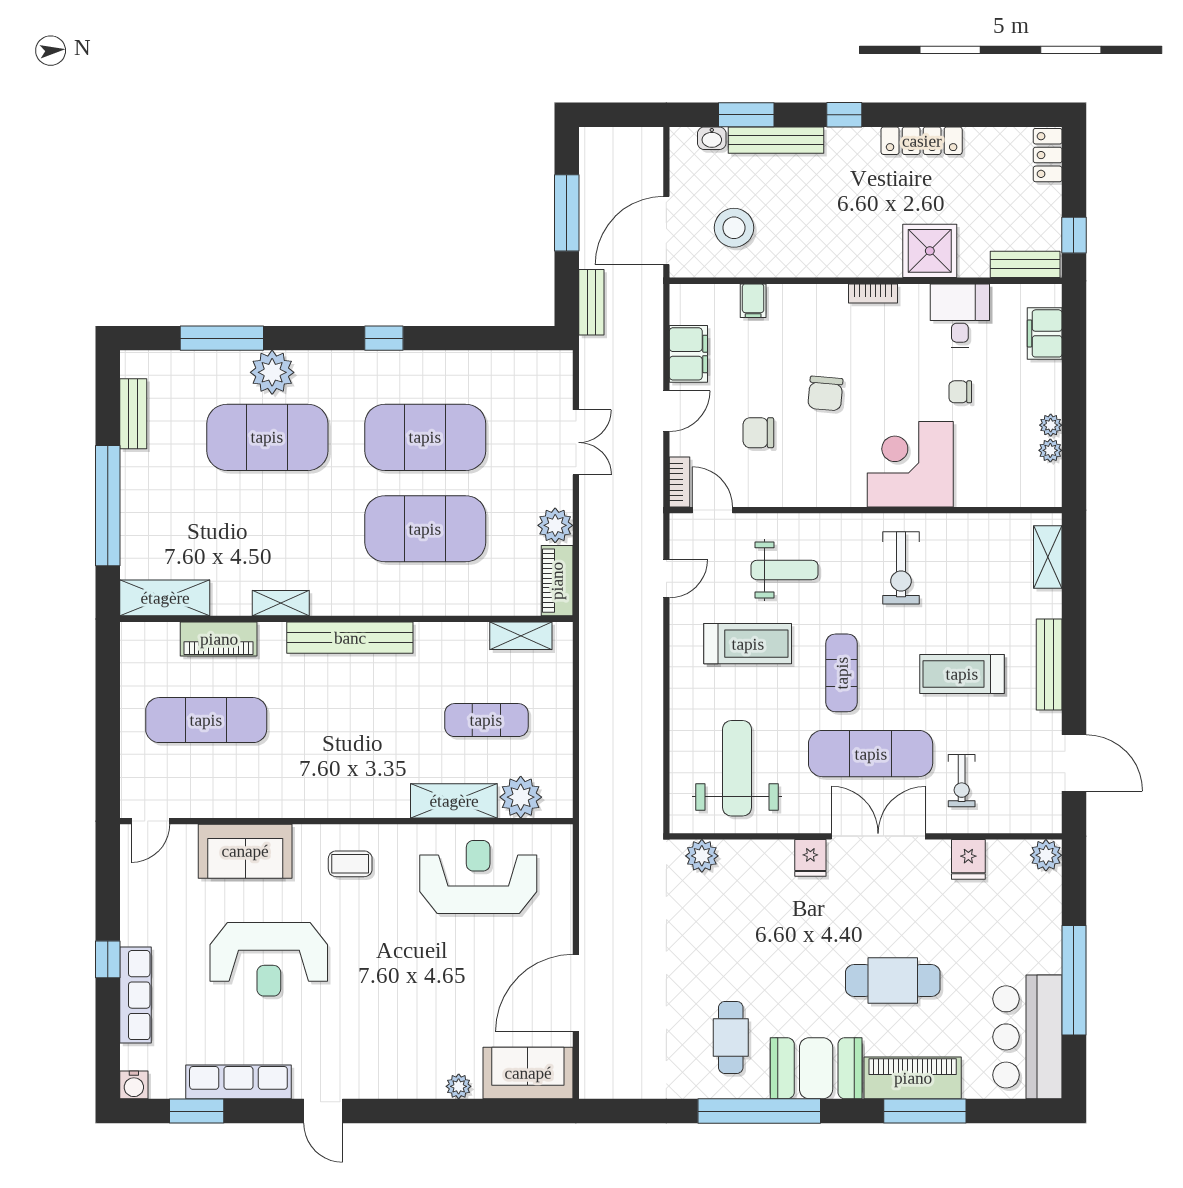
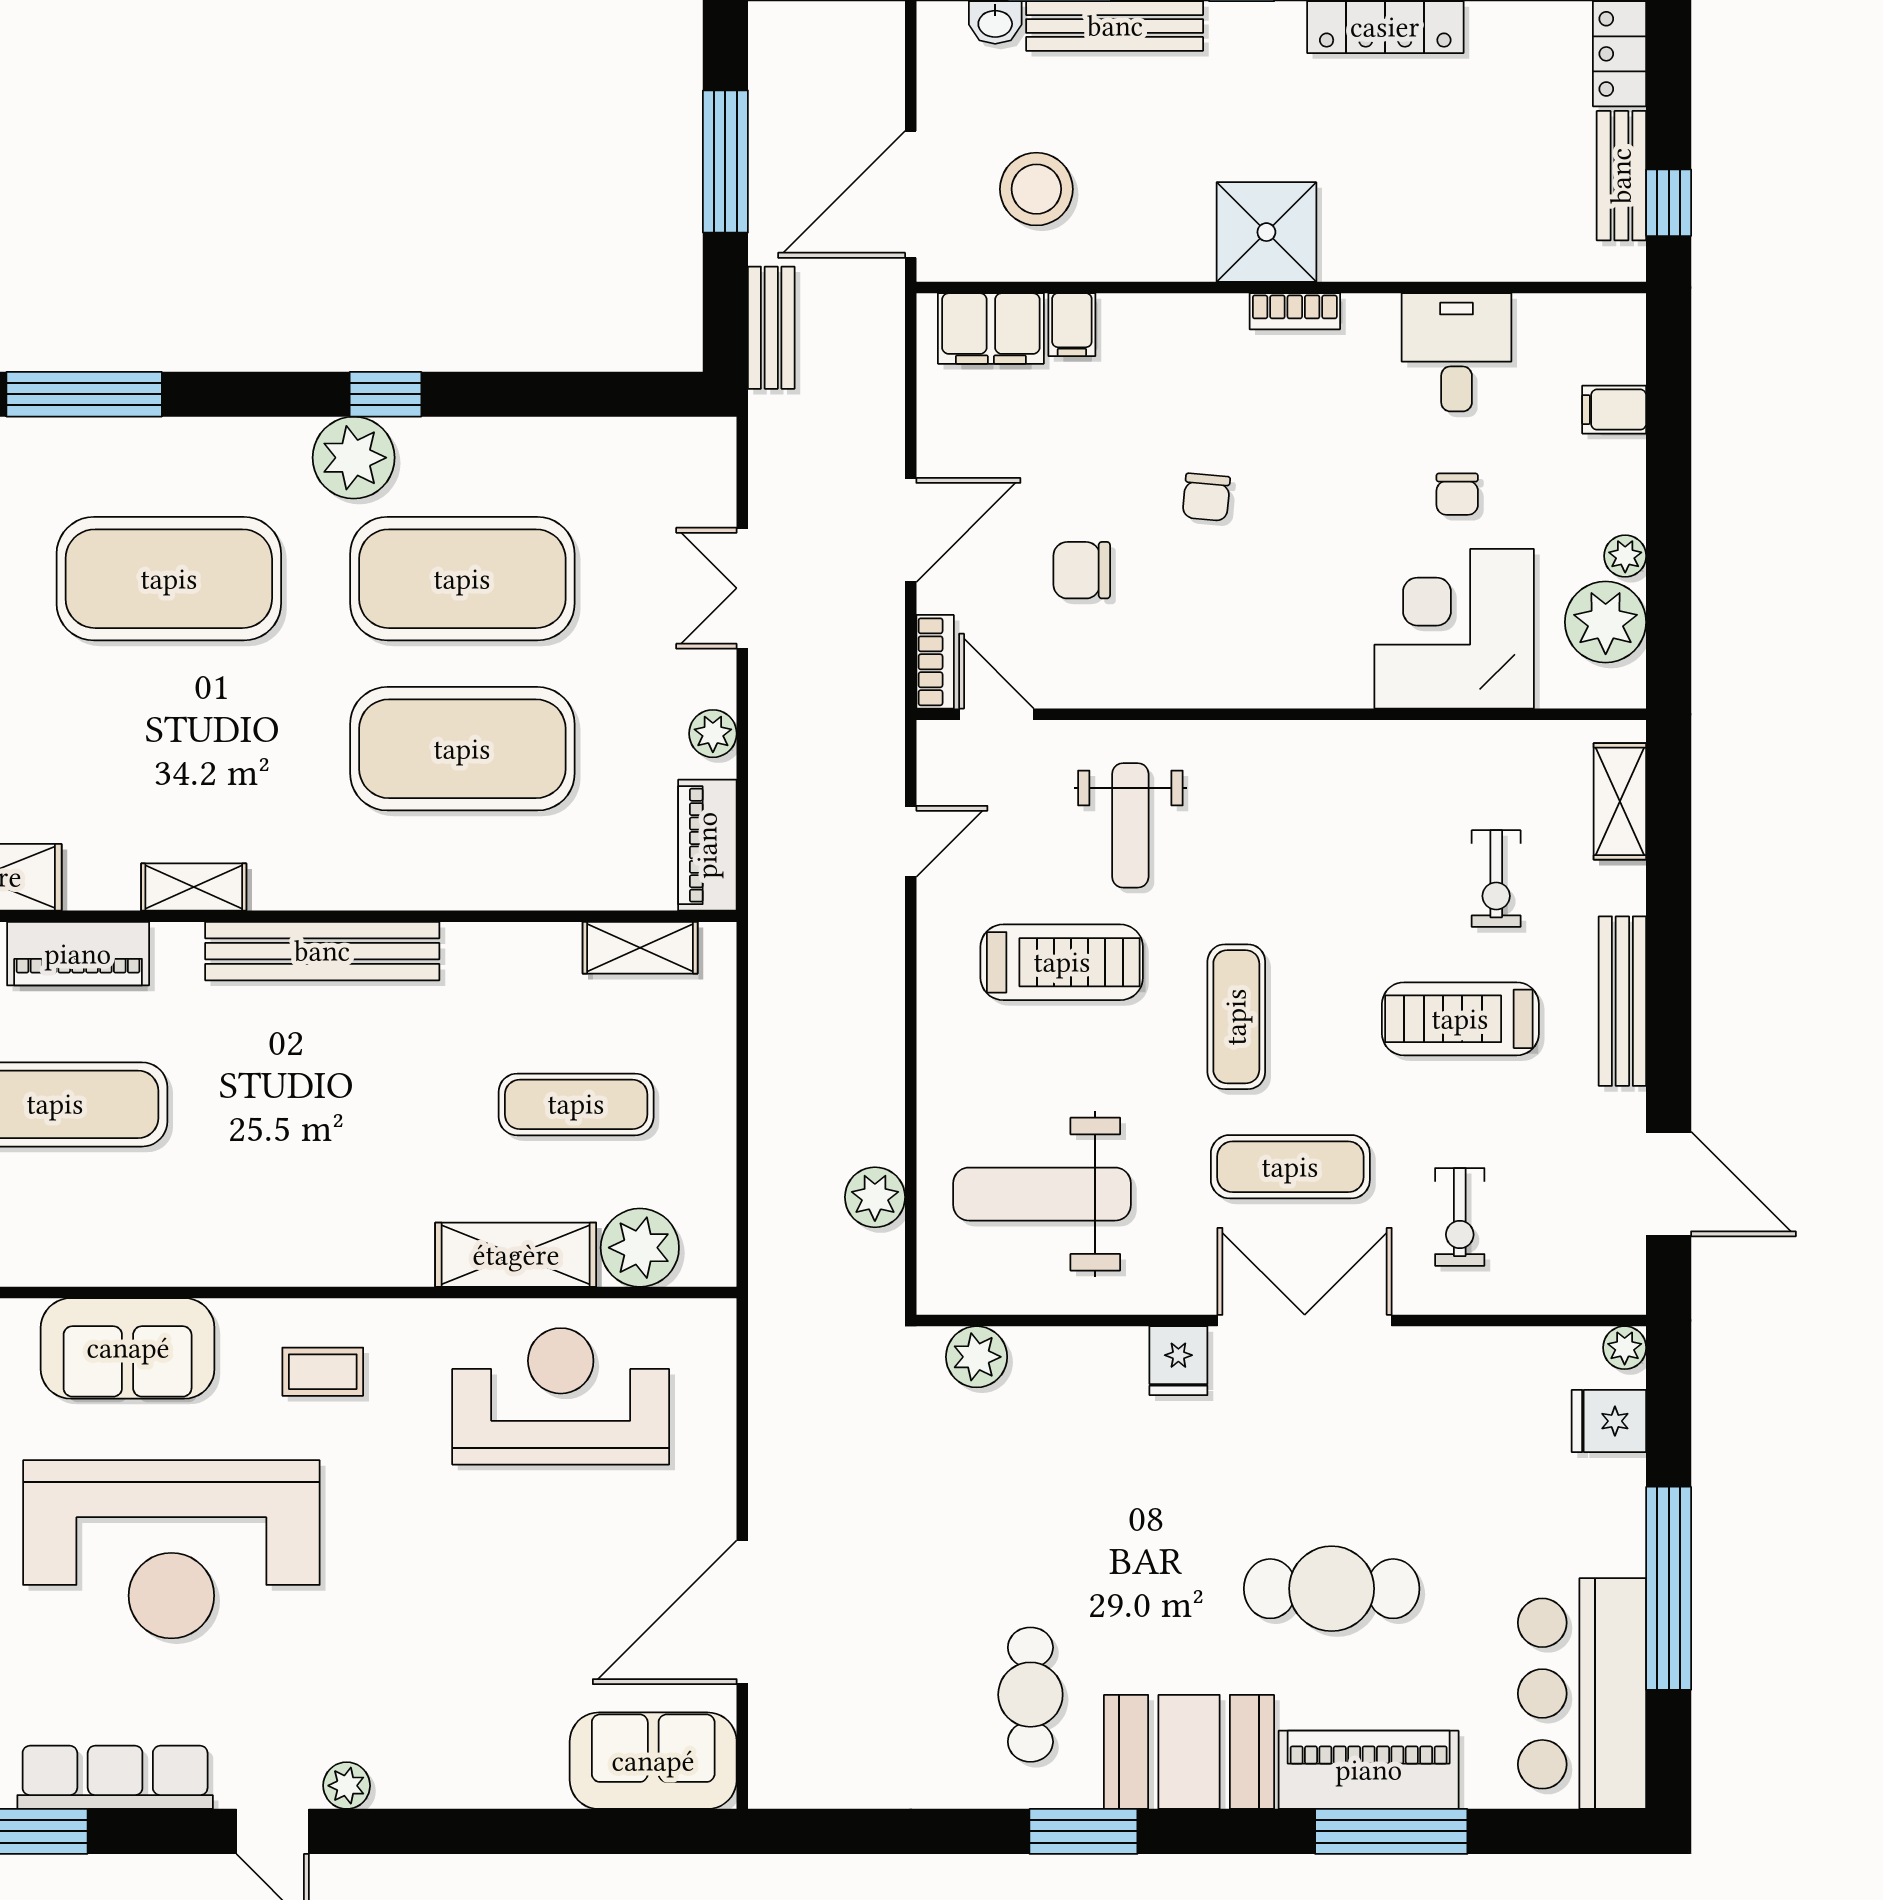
shower: (930, 251) -> (1266, 232), moved
bench: (1025, 264) -> (1621, 176), moved, turned 90
filing cabinet: (1045, 333) -> (1614, 410), width x0.50
filing cabinet: (688, 354) -> (991, 328), moved, turned 90
plant: (272, 372) -> (354, 458), moved
chair: (960, 392) -> (1457, 494), turned -90
chair: (825, 393) -> (1206, 497), width x0.73, depth x0.73
door: (666, 411) -> (911, 530), width x1.38
double door: (576, 442) -> (742, 588), swing flipped
plant: (1050, 450) -> (1606, 622), width x1.87, depth x1.87
corner desk: (910, 464) -> (1454, 629), moved
plant: (555, 525) -> (713, 734), width x0.73, depth x0.73
exercise bike: (901, 568) -> (1496, 879), moved, width x0.73, depth x0.72
weight bench: (785, 570) -> (1130, 825), turned 90
exercise mat: (871, 754) -> (1290, 1167), width x0.73, depth x0.69
weight bench: (737, 768) -> (1042, 1194), turned -90
plant: (647, 770) -> (875, 1197), added
plant: (1046, 855) -> (1625, 1348), width x0.73, depth x0.73
fridge: (968, 859) -> (1609, 1421), moved, turned 90
reception desk: (269, 959) -> (171, 1549), width x1.36, depth x1.30
plant: (459, 1086) -> (347, 1786), moved
window: (759, 1111) -> (1083, 1831), width x0.47

